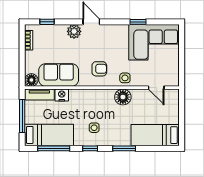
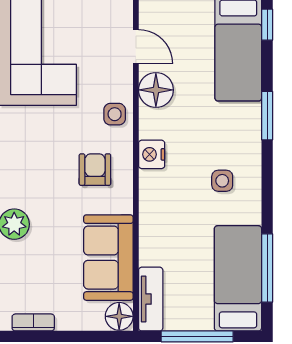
door: (156, 88) -> (136, 47), hinge flipped
nightstand: (62, 95) -> (152, 154), moved
floor lamp: (123, 97) -> (156, 90), moved
window: (90, 148) -> (267, 25), moved

